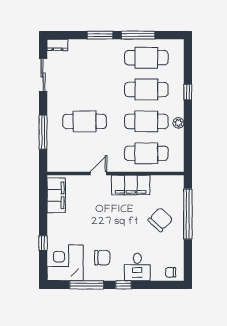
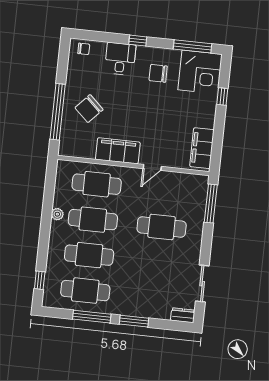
window: (188, 92) -> (40, 280), moved
window: (43, 132) -> (211, 204), moved
window: (87, 285) -> (193, 46), moved

